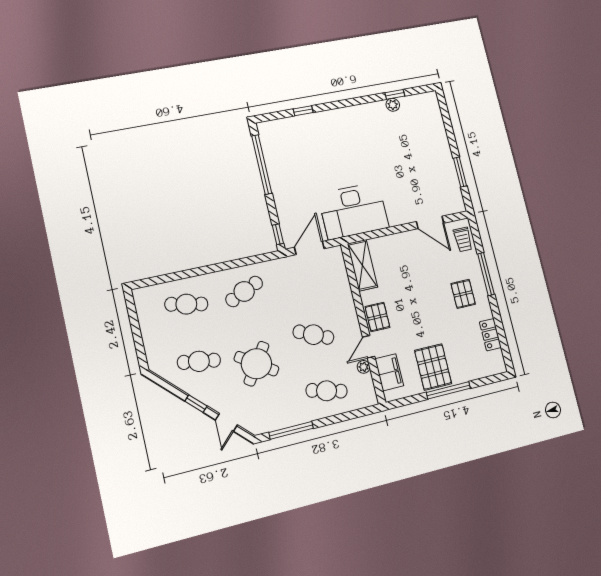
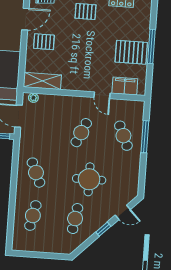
pallet: (377, 317) -> (44, 42), moved
round table: (256, 364) -> (89, 179), turned -34
plant: (364, 367) -> (33, 98), moved
cafe table: (327, 391) -> (123, 136), turned -39
window: (291, 430) -> (145, 137), moved

